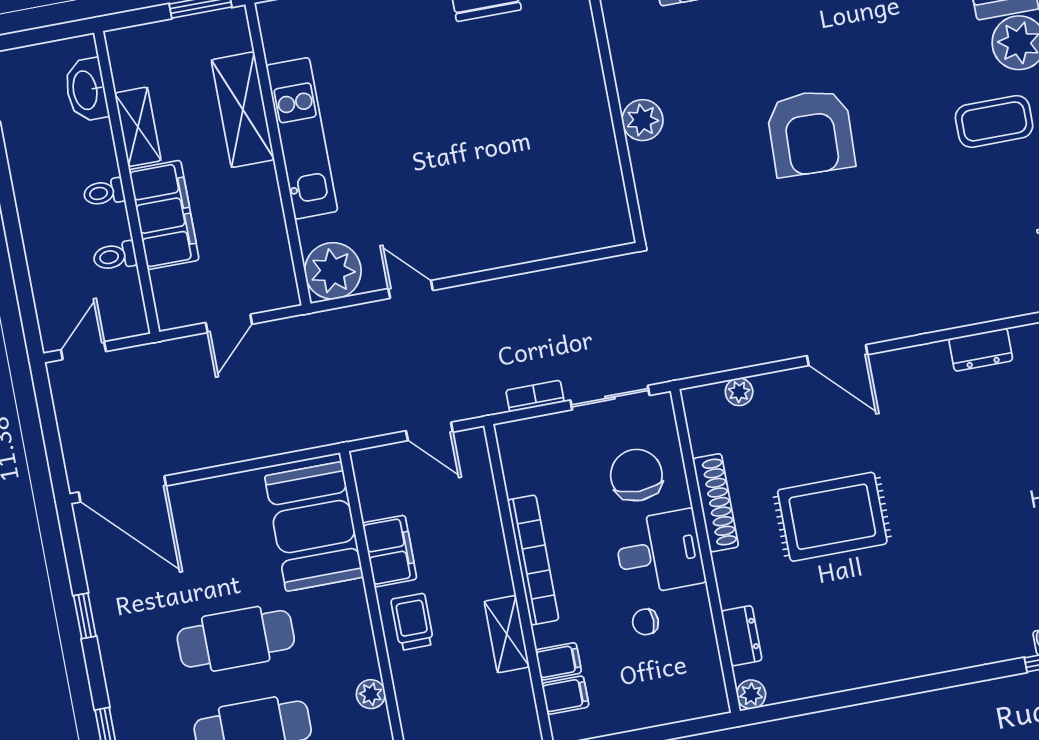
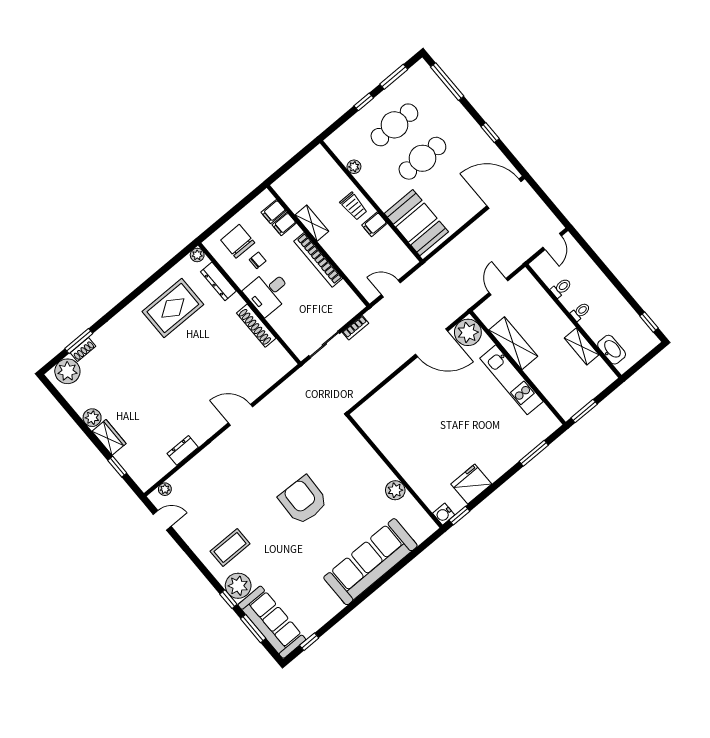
shelving: (243, 110) -> (513, 343), moved
plant: (642, 120) -> (395, 490), moved
filing cabinet: (164, 215) -> (550, 316), removed
door: (411, 289) -> (432, 343), width x1.88
plant: (739, 392) -> (272, 377), removed
chair: (636, 475) -> (238, 241), moved, turned 180
rug: (832, 517) -> (173, 308), moved
filing cabinet: (390, 551) -> (374, 224), width x0.50
dresser: (742, 636) -> (218, 281), width x1.44

